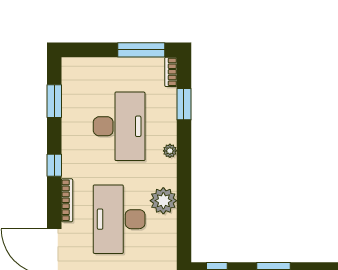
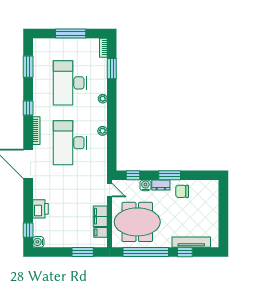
window: (141, 50) -> (71, 34), moved
desk: (119, 126) -> (70, 83), turned 180
plant: (163, 201) -> (103, 131), width x0.53, depth x0.53

